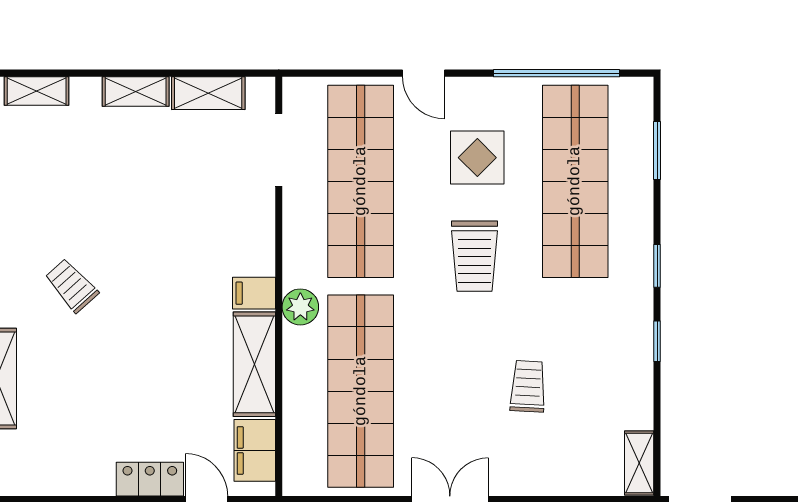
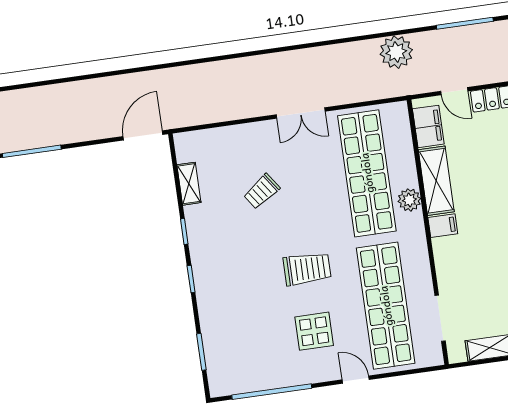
shop shelf: (575, 181) -> (250, 325), removed
trolley: (475, 256) -> (307, 269), turned 90
plant: (300, 307) -> (409, 200), moved
trolley: (528, 386) -> (262, 191), turned 52
shelving: (639, 463) -> (189, 184), moved

